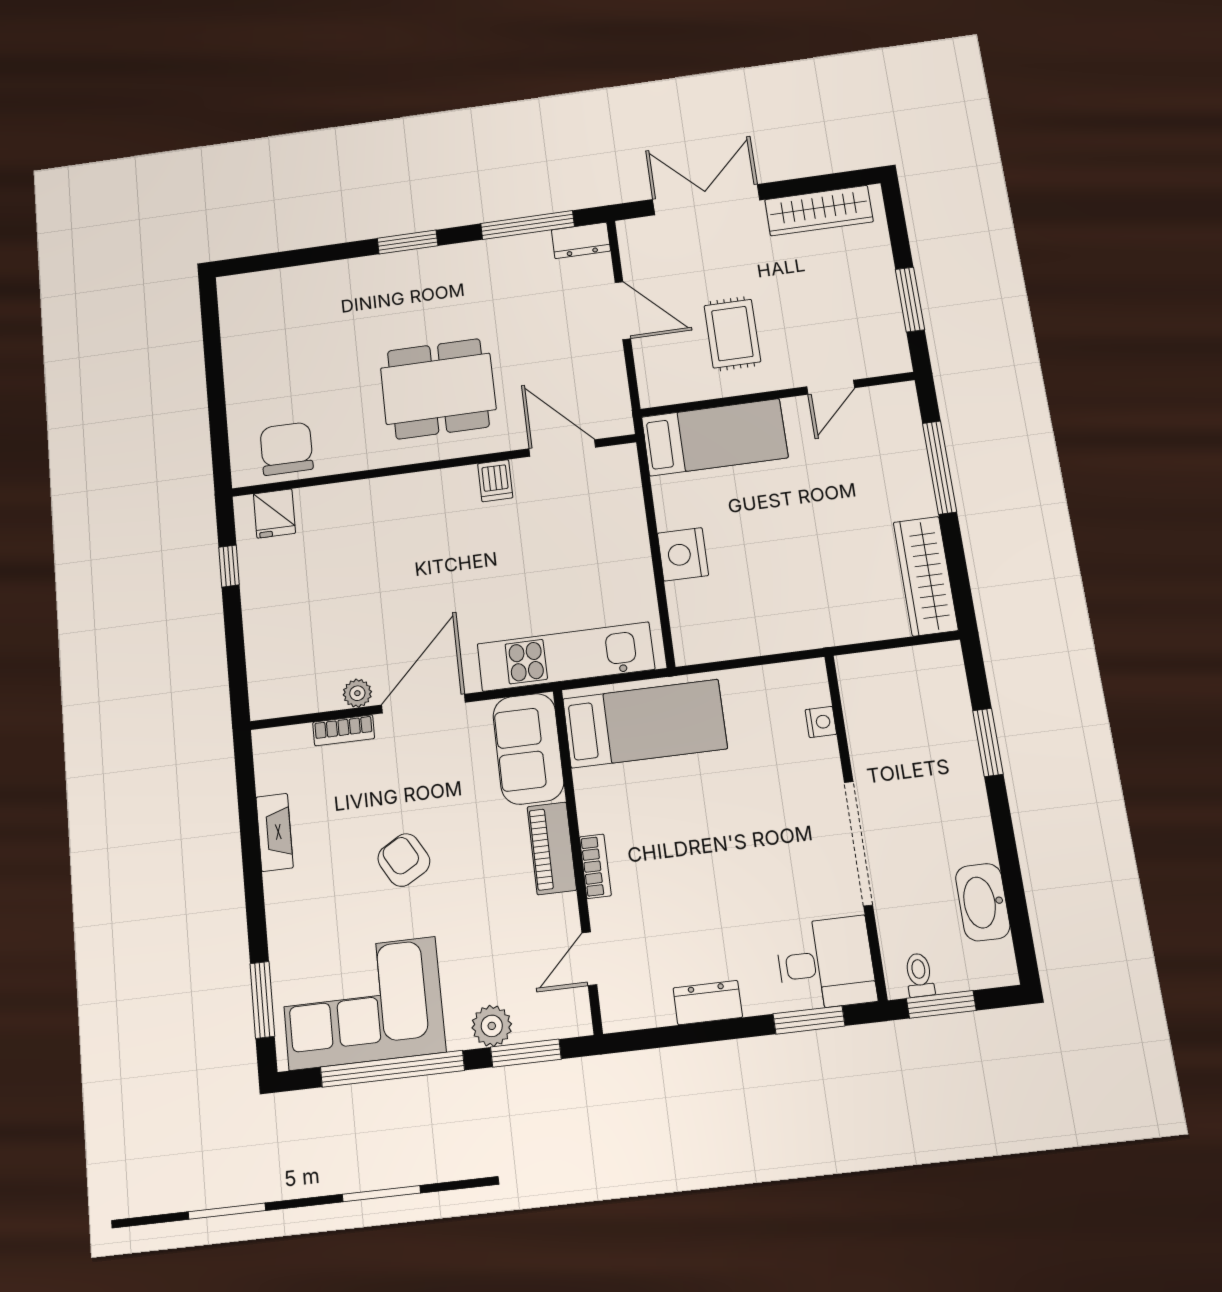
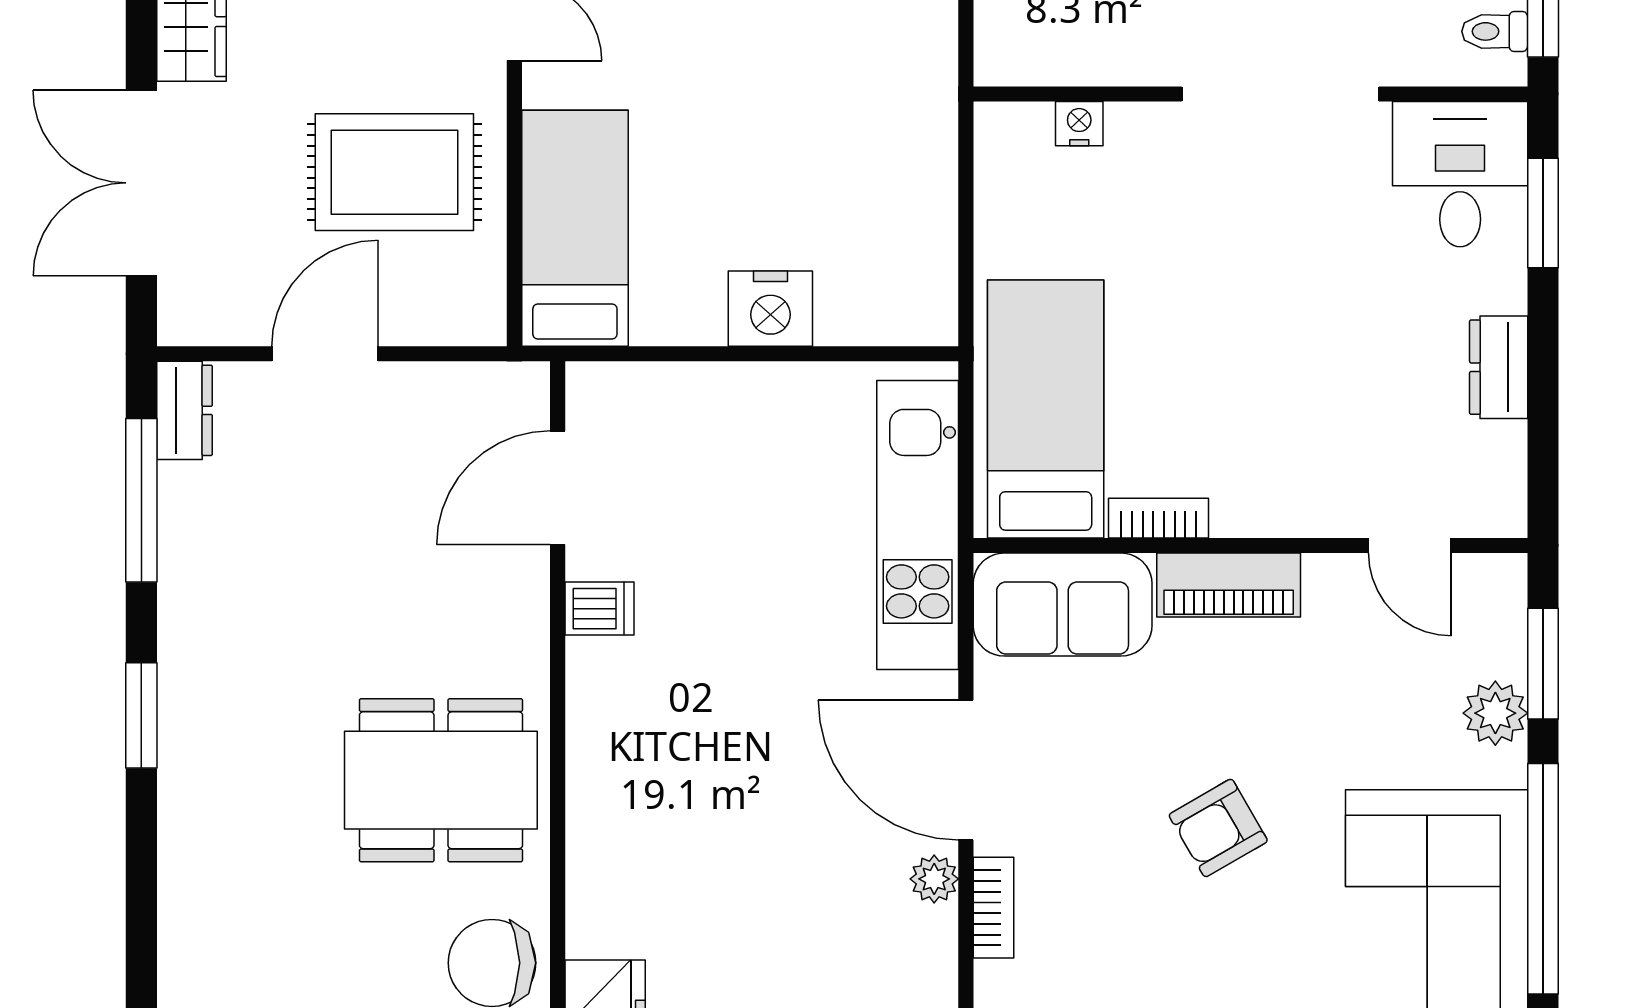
rug: (732, 334) -> (394, 172), width x1.36, depth x1.43
dining table: (438, 389) -> (441, 780), moved, turned 90
bookcase: (595, 866) -> (1159, 518), moved

